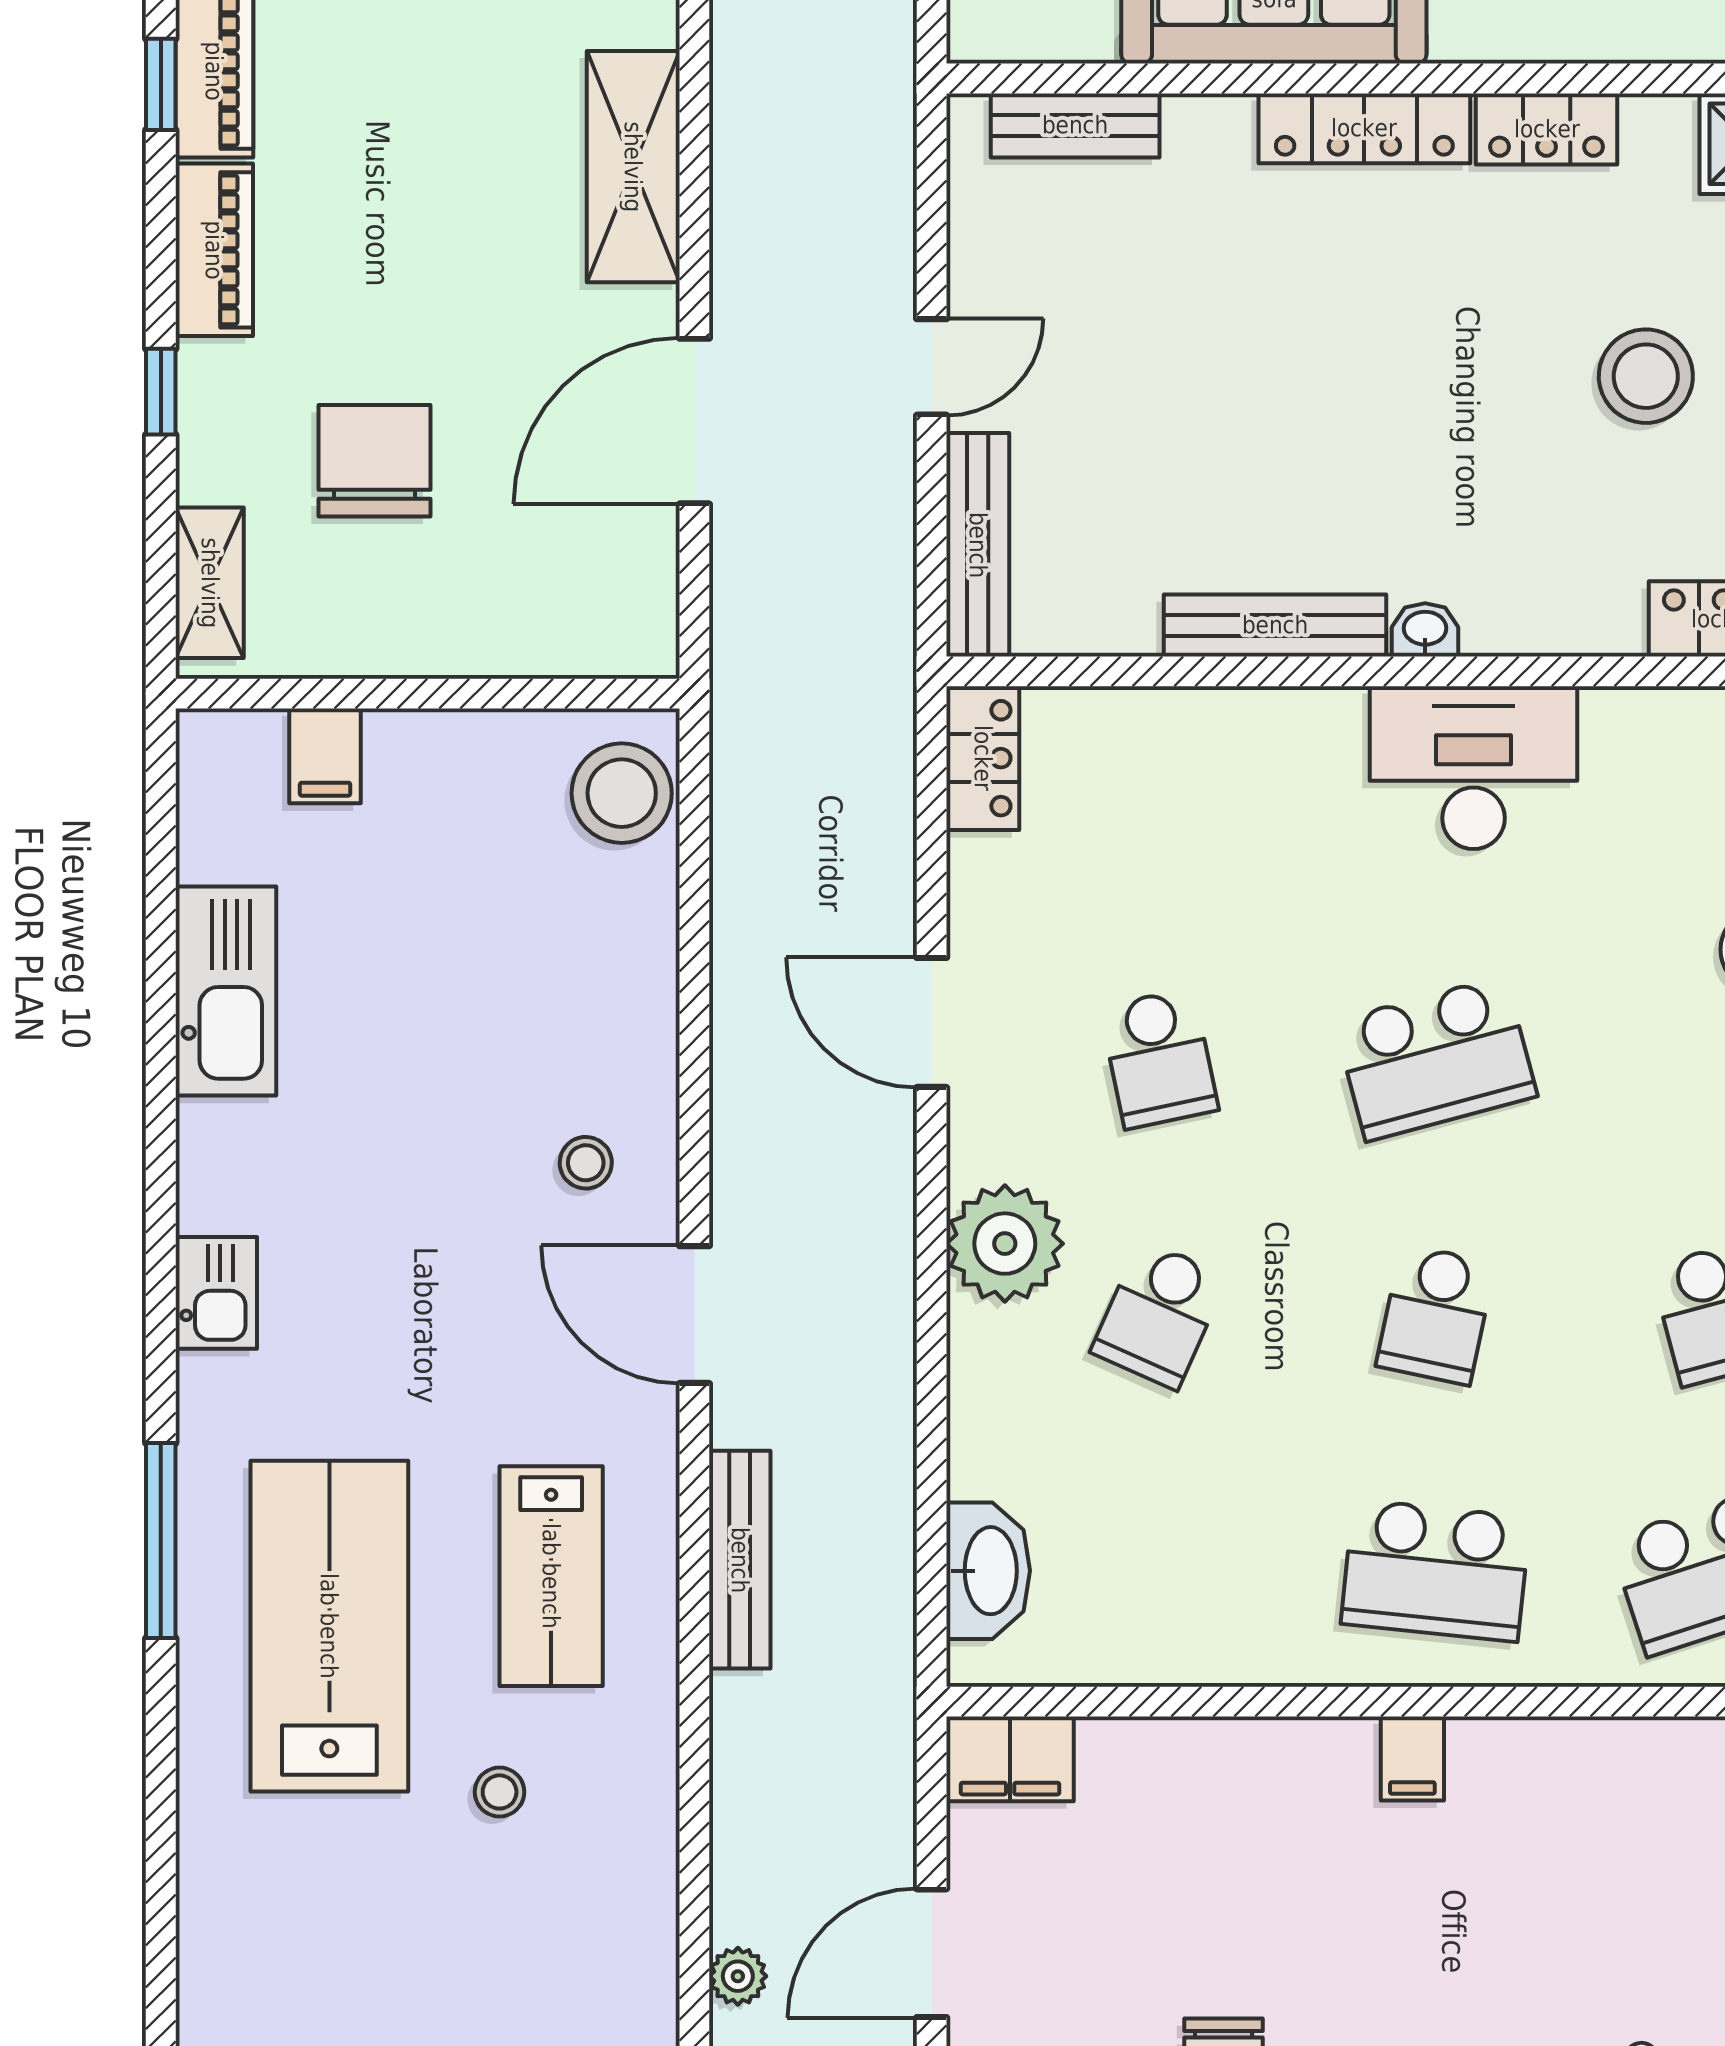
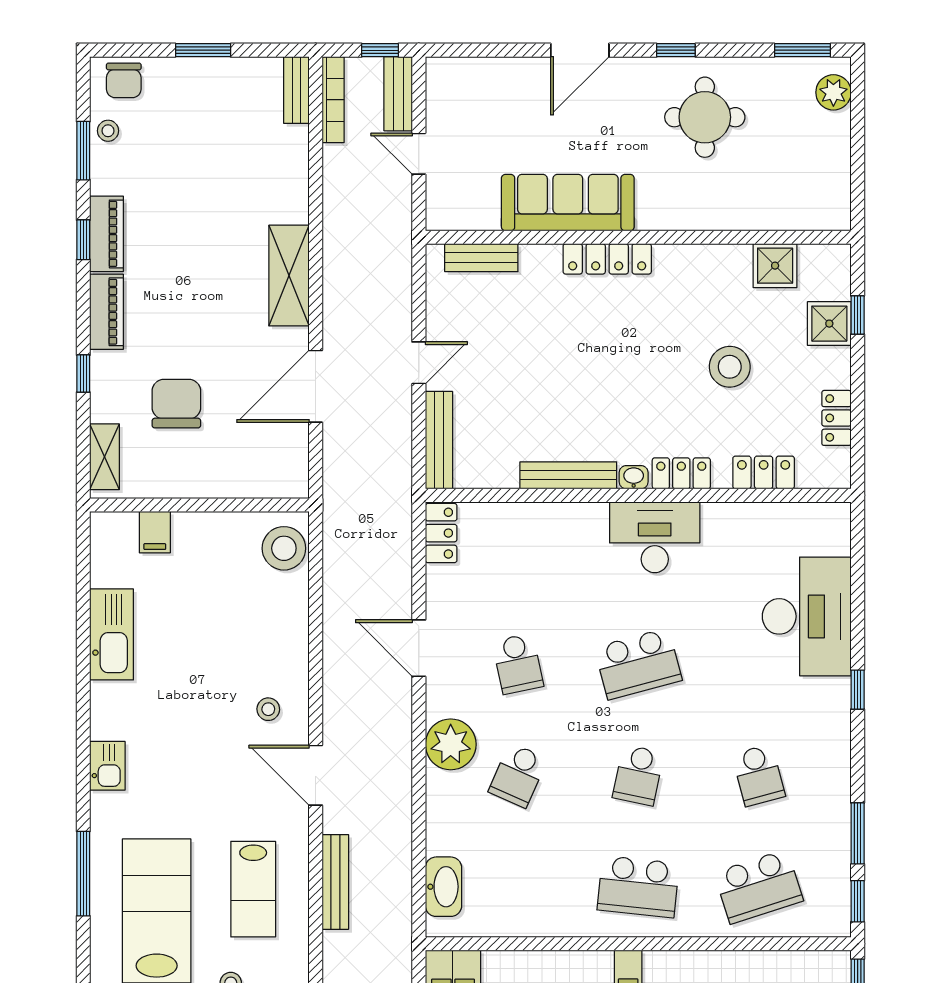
locker: (1547, 129) -> (681, 473), moved, turned 180

